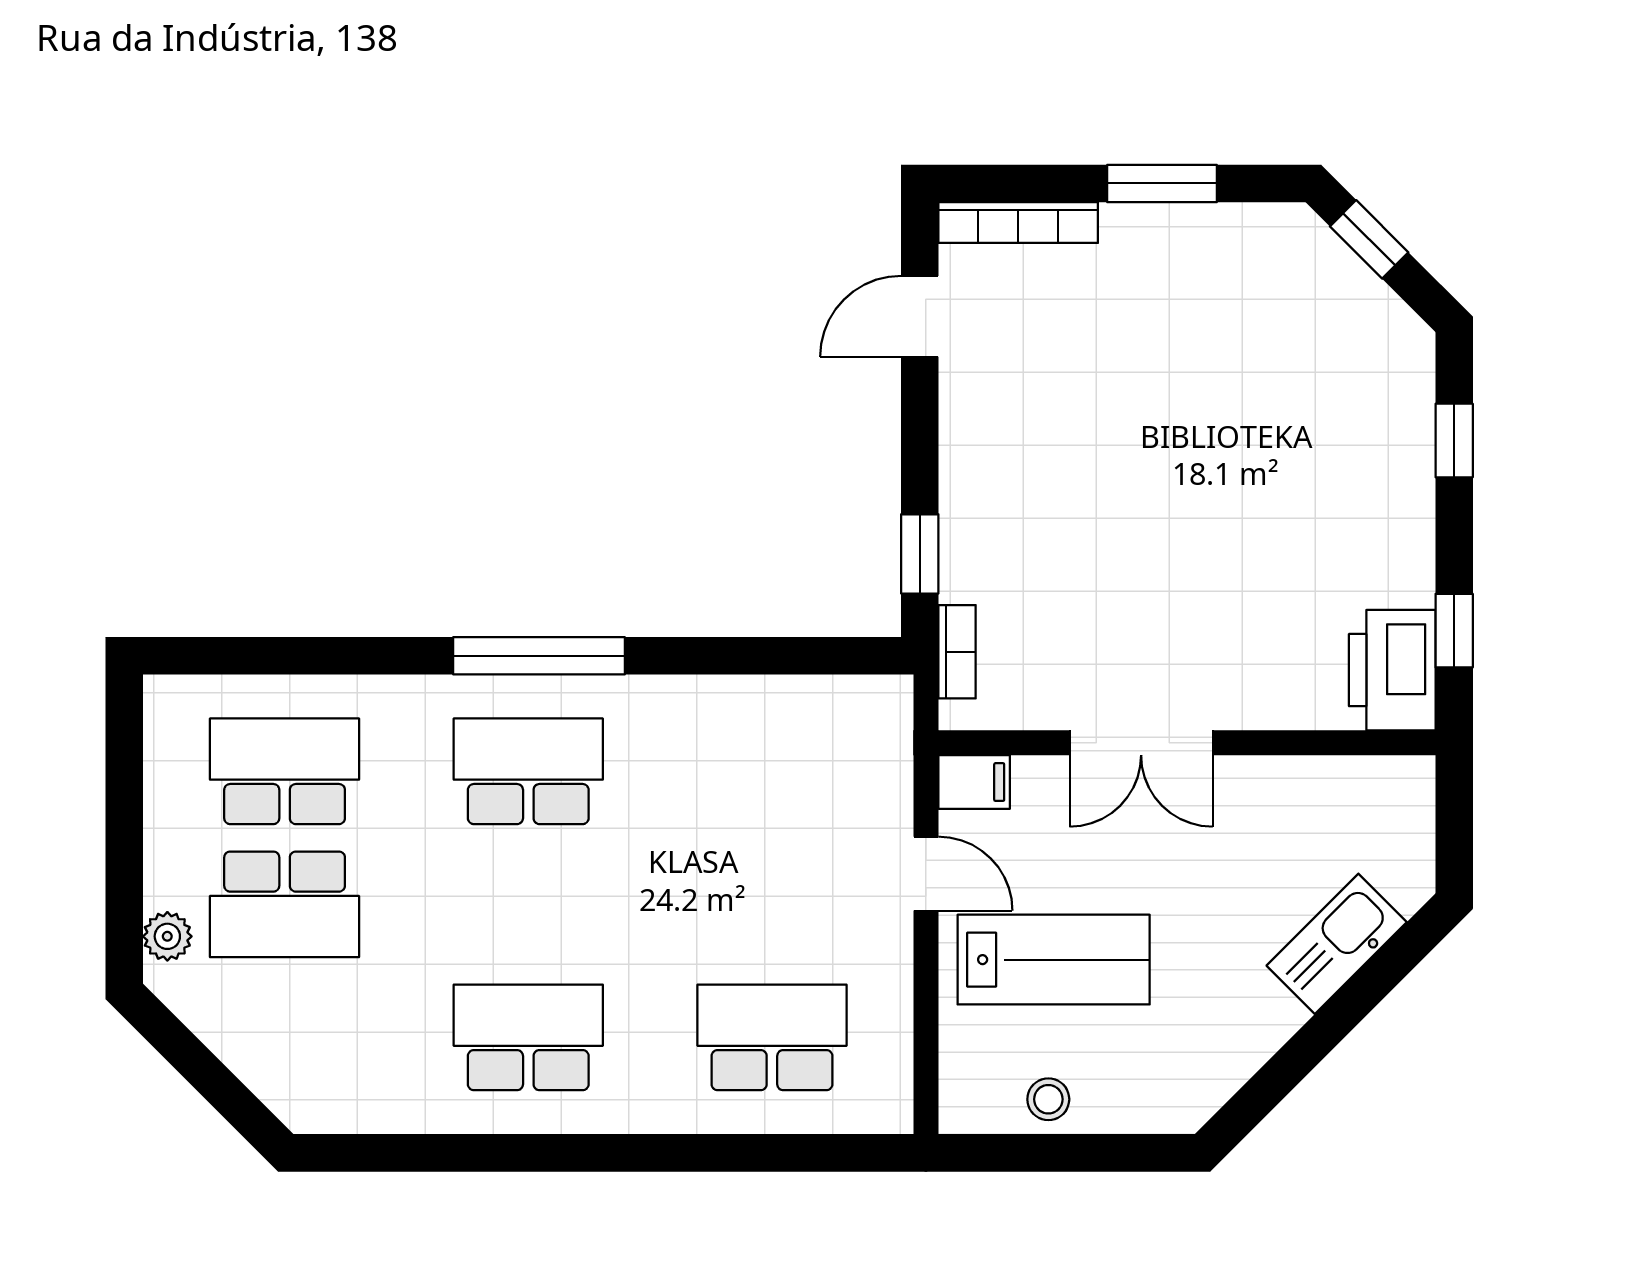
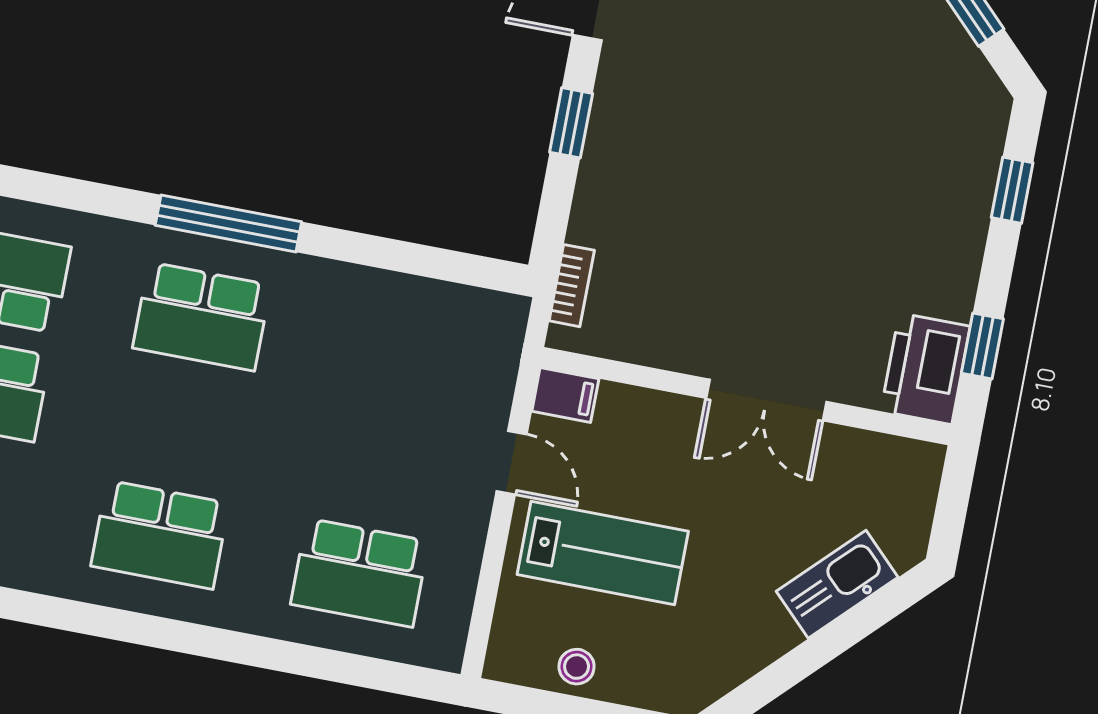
window: (920, 554) -> (571, 123), moved
double door: (1141, 743) -> (766, 400), moved
school desk: (528, 771) -> (202, 317), turned 180
school desk: (528, 1037) -> (160, 535), turned 180
school desk: (772, 1037) -> (360, 573), turned 180

